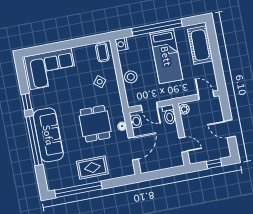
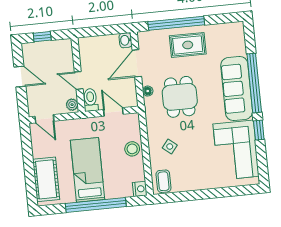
corner sofa: (51, 69) -> (236, 150), moved, turned -90
washbasin: (136, 121) -> (126, 40), moved
door: (183, 145) -> (79, 80), moved
window: (78, 190) -> (176, 23), moved

